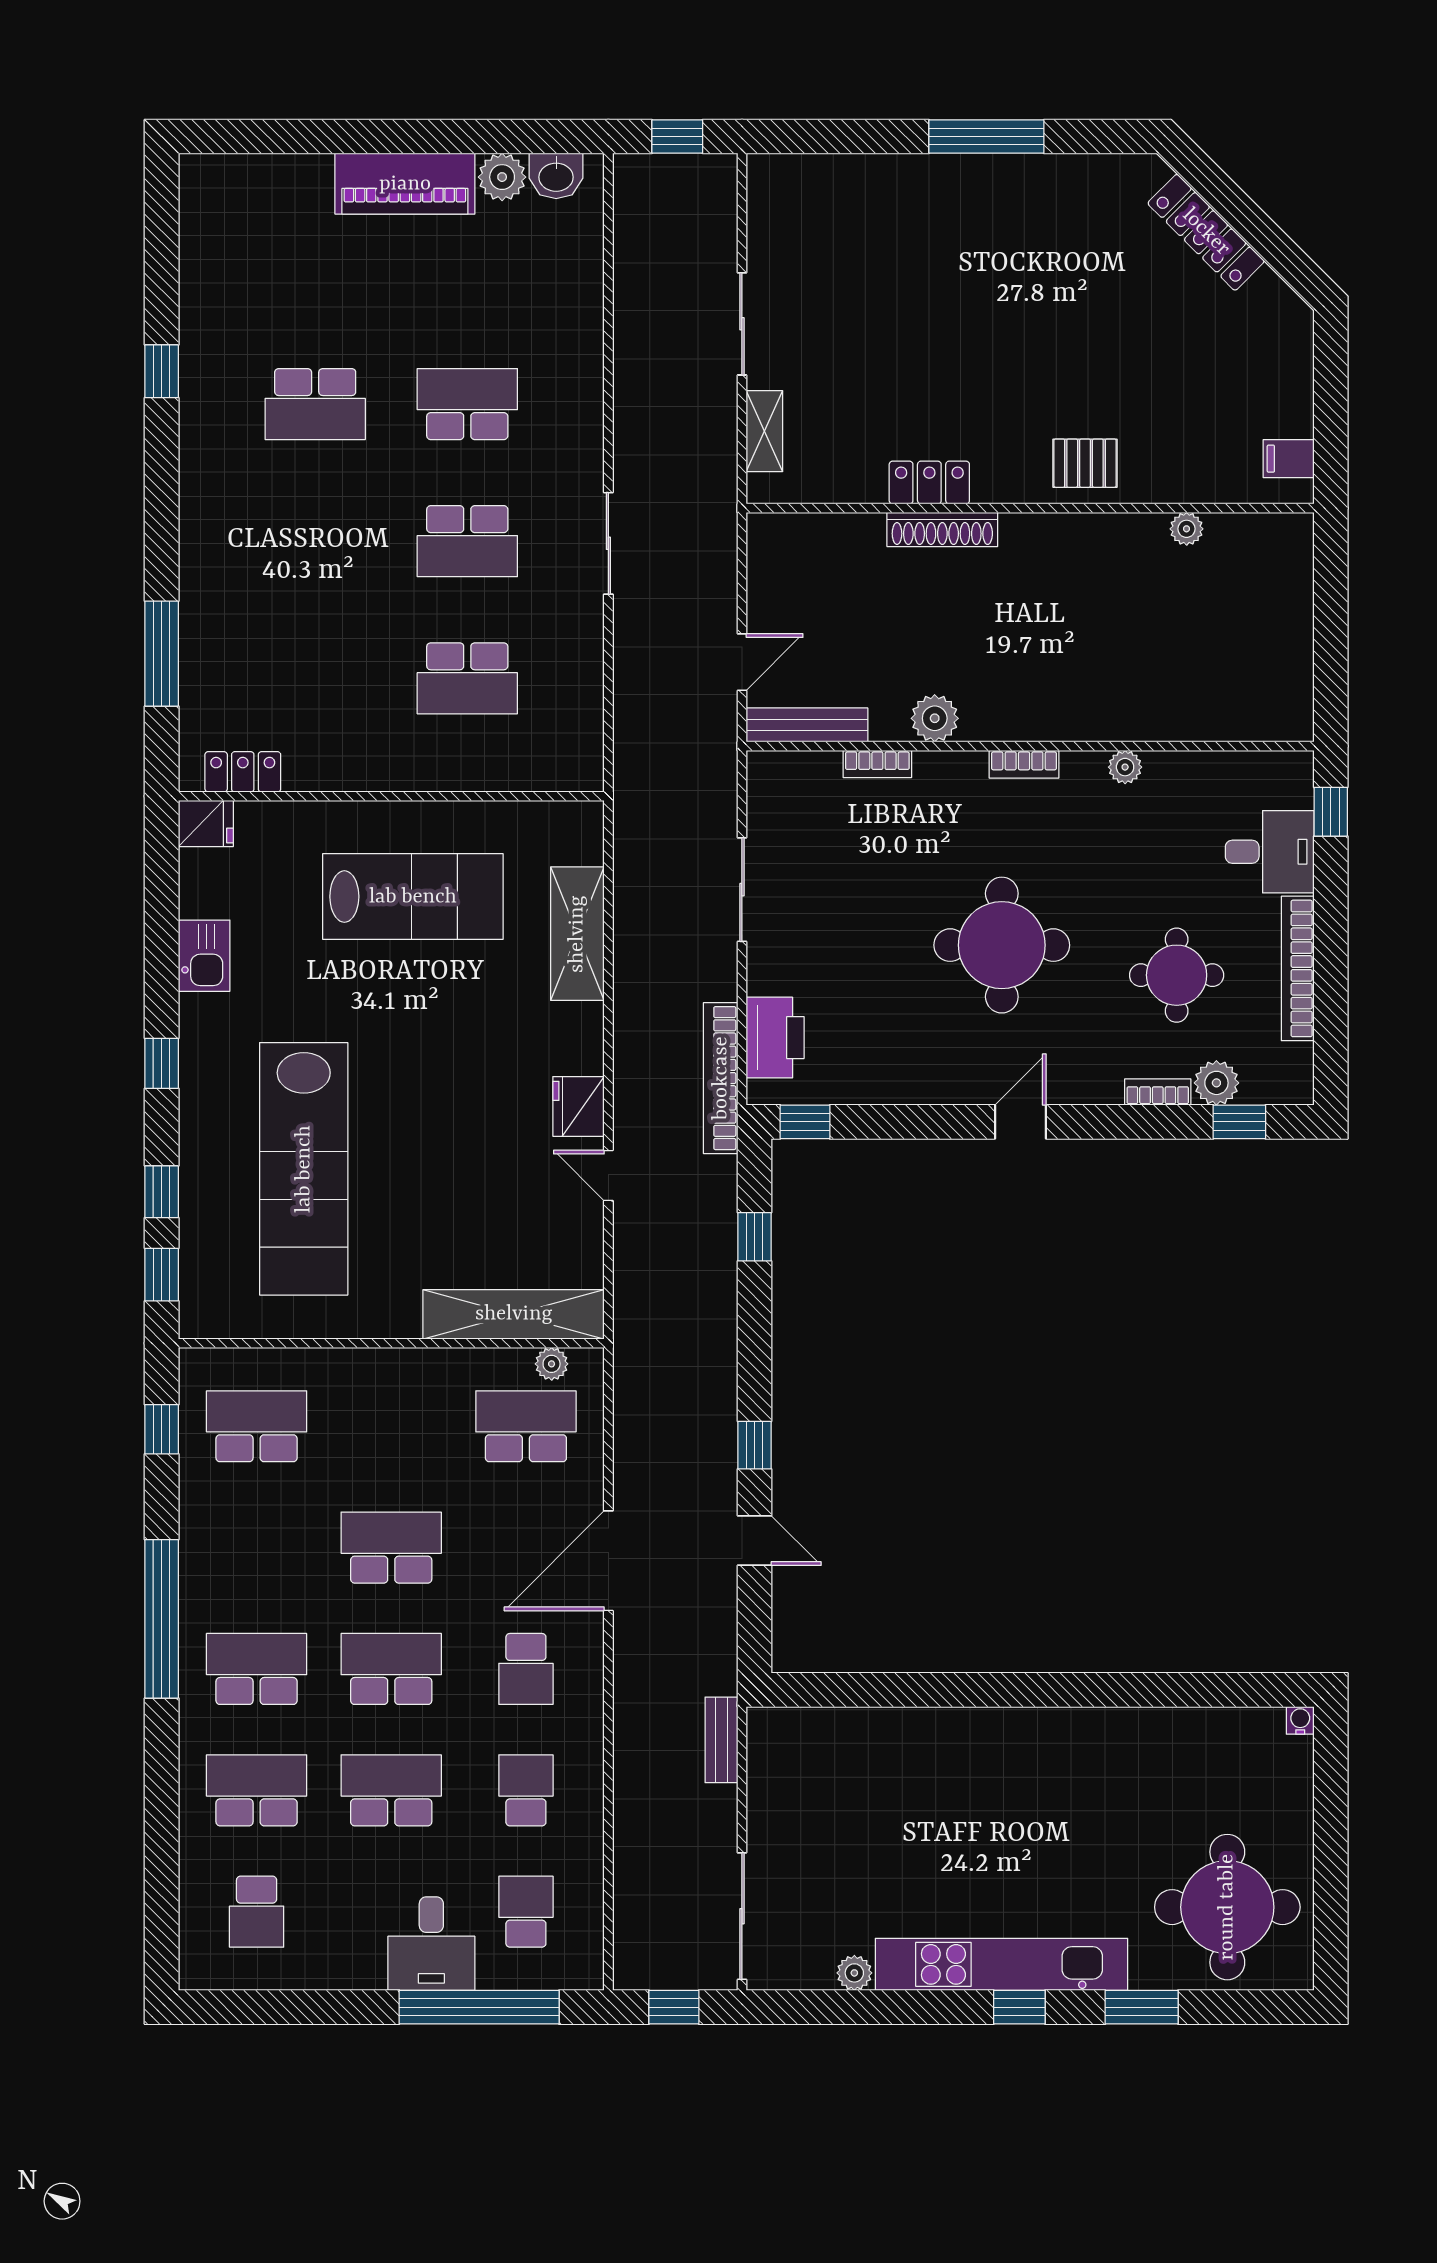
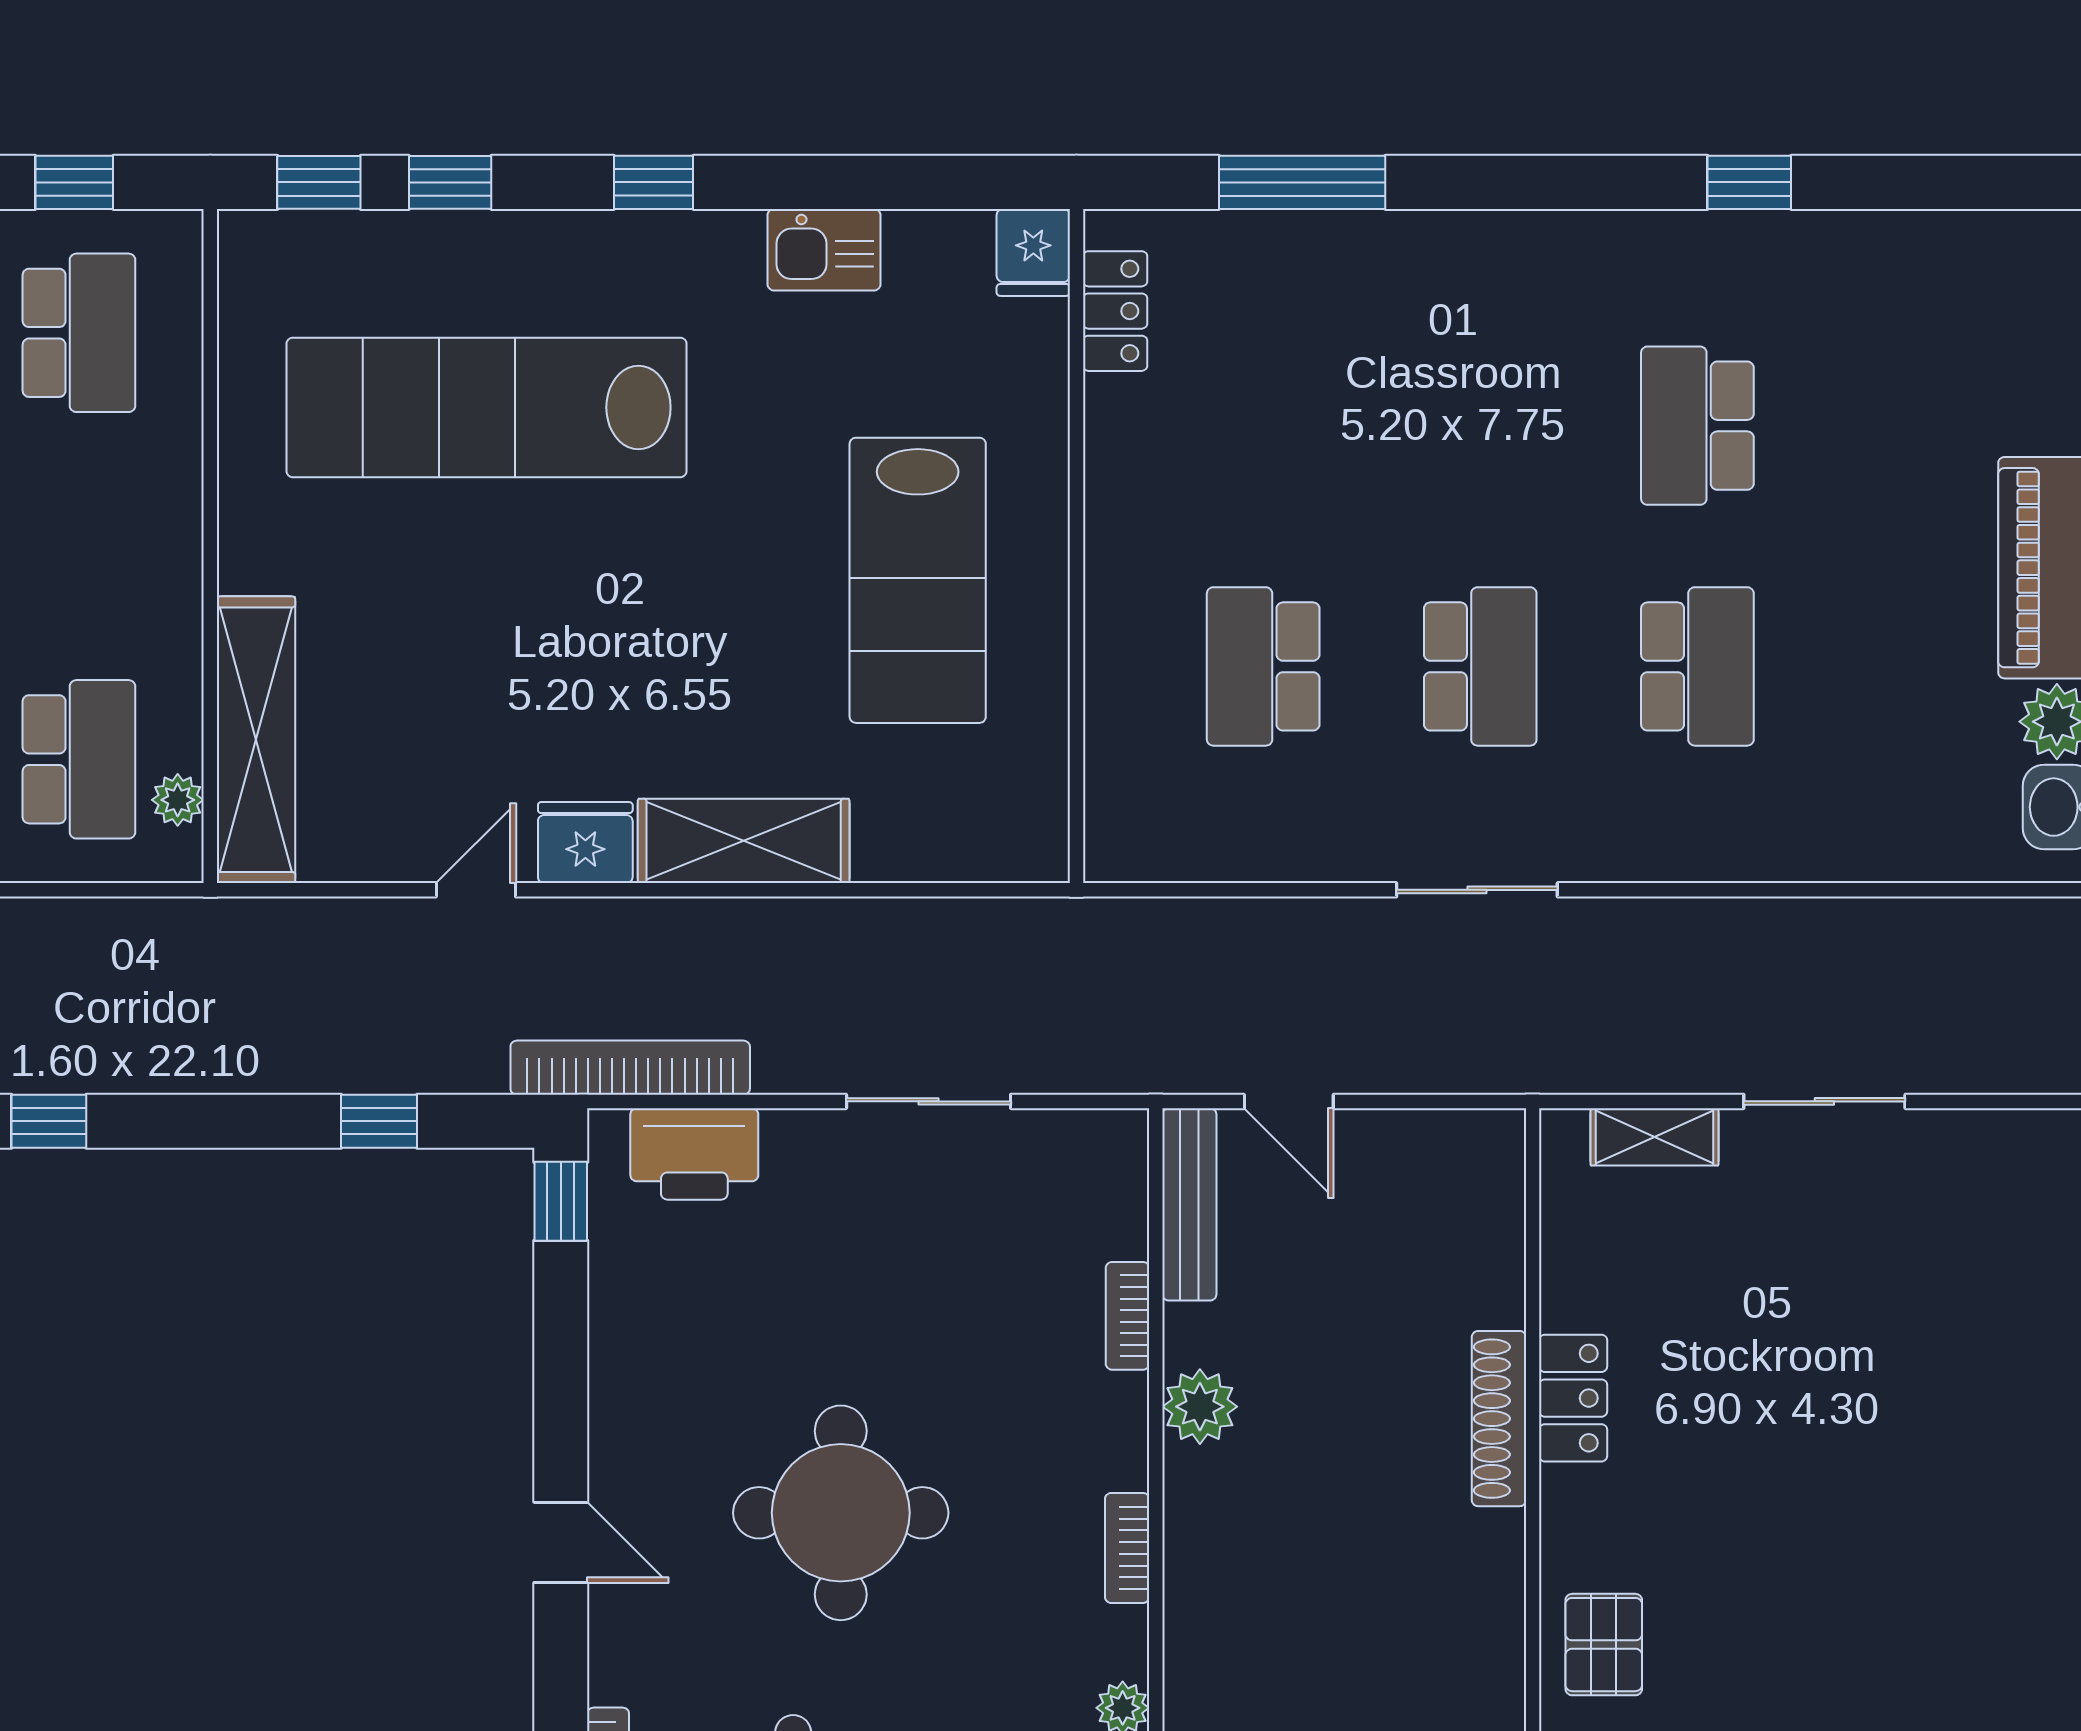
school desk: (467, 541) -> (1480, 666), turned 180
shelving: (577, 934) -> (744, 841), moved

